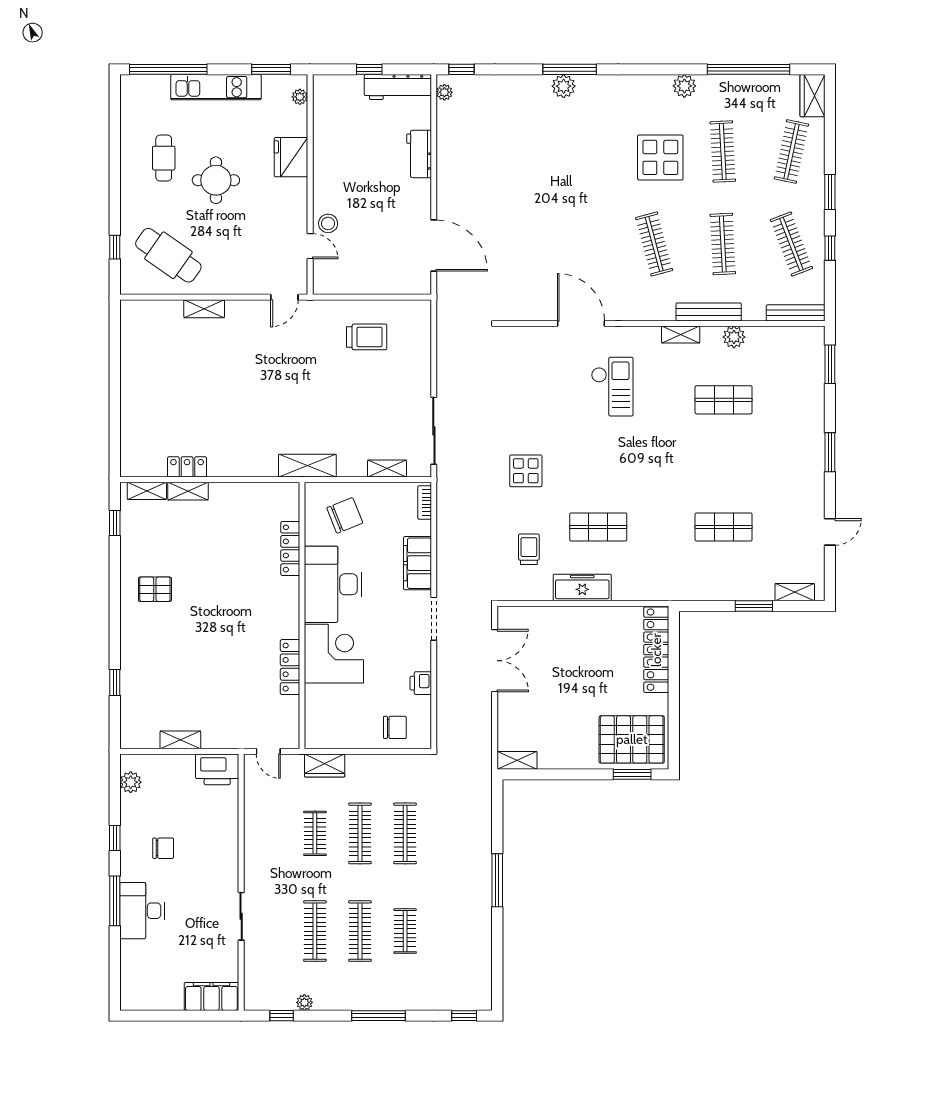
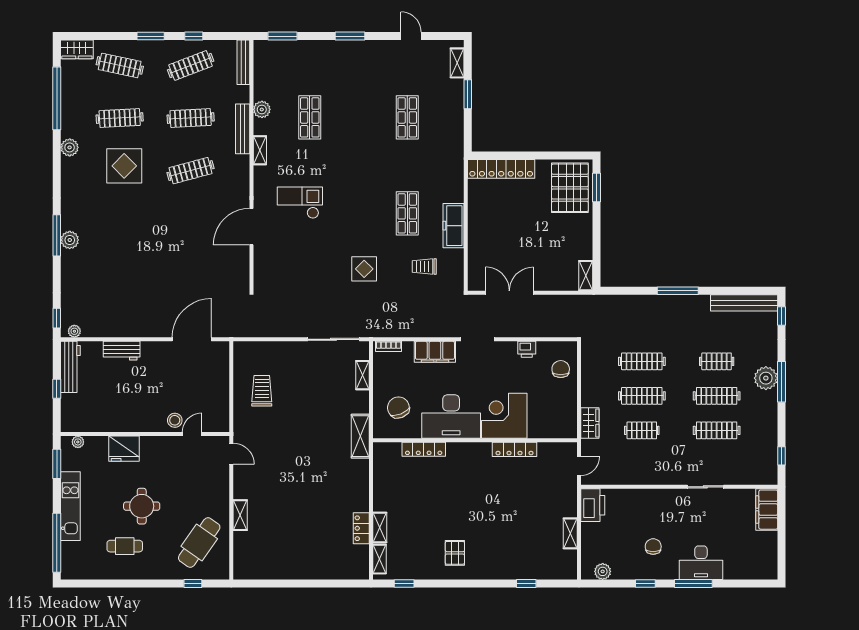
bench: (481, 967) -> (744, 303), added
plant: (304, 1002) -> (766, 378), moved, width x1.87, depth x1.87

